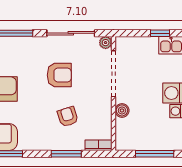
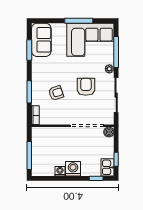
plant: (106, 43) -> (109, 69), moved
armchair: (59, 75) -> (86, 87), turned 180
boiler: (122, 110) -> (109, 132), moved

